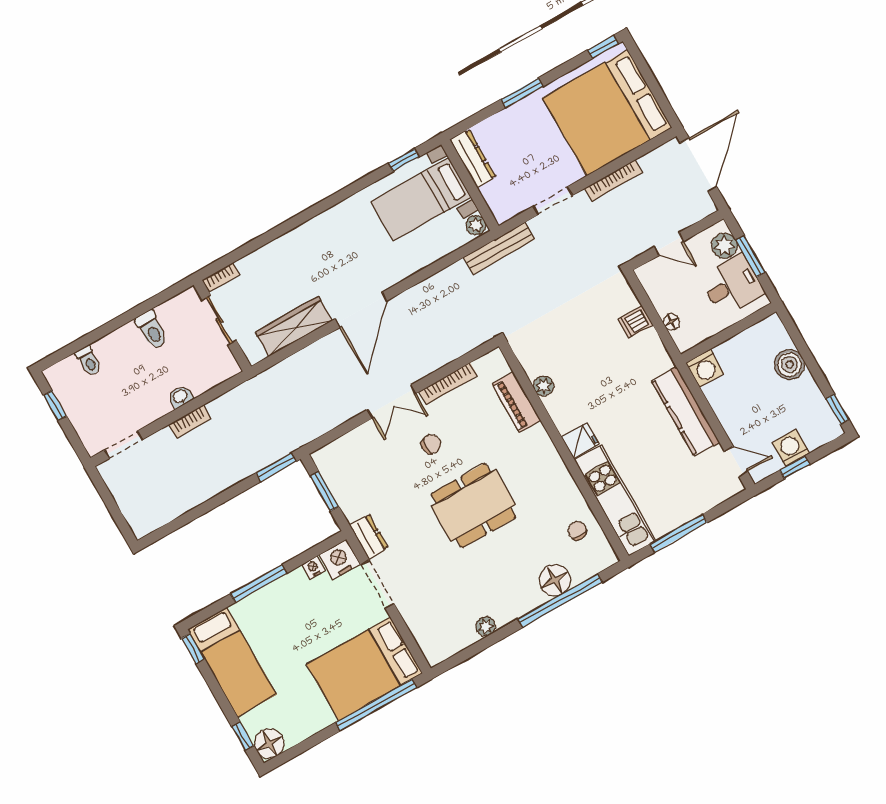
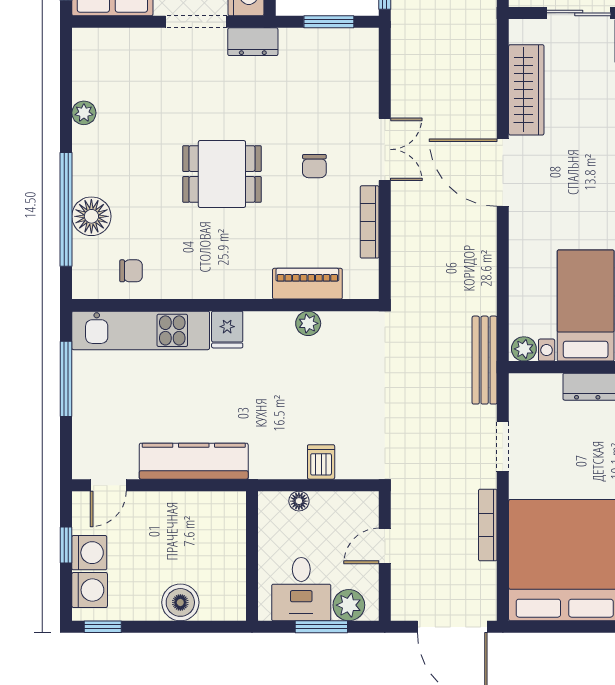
washing machine: (705, 368) -> (90, 590), moved, turned 180
double door: (392, 402) -> (385, 149), swing flipped
dining table: (473, 506) -> (222, 174), width x0.73

